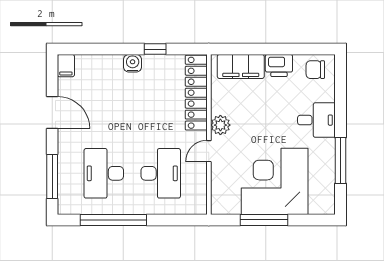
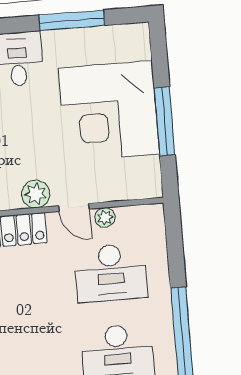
plant: (200, 172) -> (105, 217), added
desk: (161, 173) -> (111, 273), turned 180

